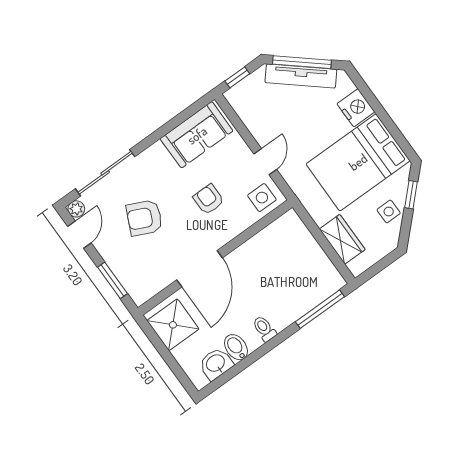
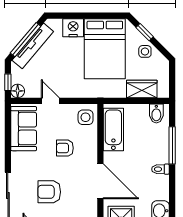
floor lamp: (235, 96) -> (18, 91), added
door: (265, 162) -> (50, 101), moved
armchair: (144, 218) -> (49, 192), turned 65
bathtub: (271, 240) -> (113, 129), added
window: (320, 309) -> (172, 145), moved
bidet: (236, 347) -> (156, 113), moved, turned -90

